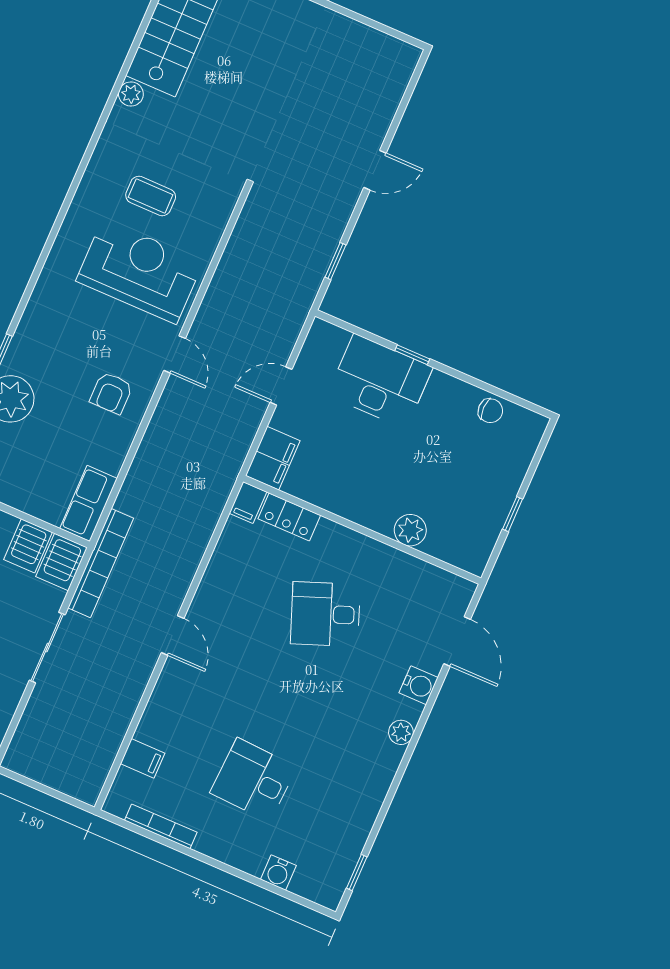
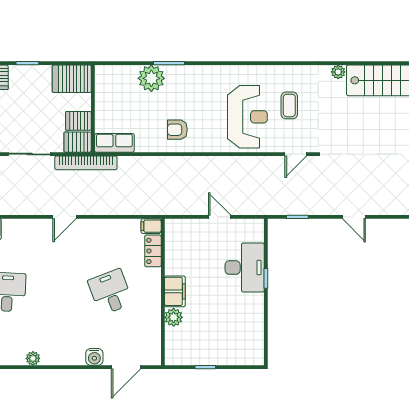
door: (175, 354) -> (296, 154), moved
chair: (490, 411) -> (254, 332), removed
filing cabinet: (273, 458) -> (175, 291), moved, turned -90
plant: (401, 732) -> (33, 358), moved

